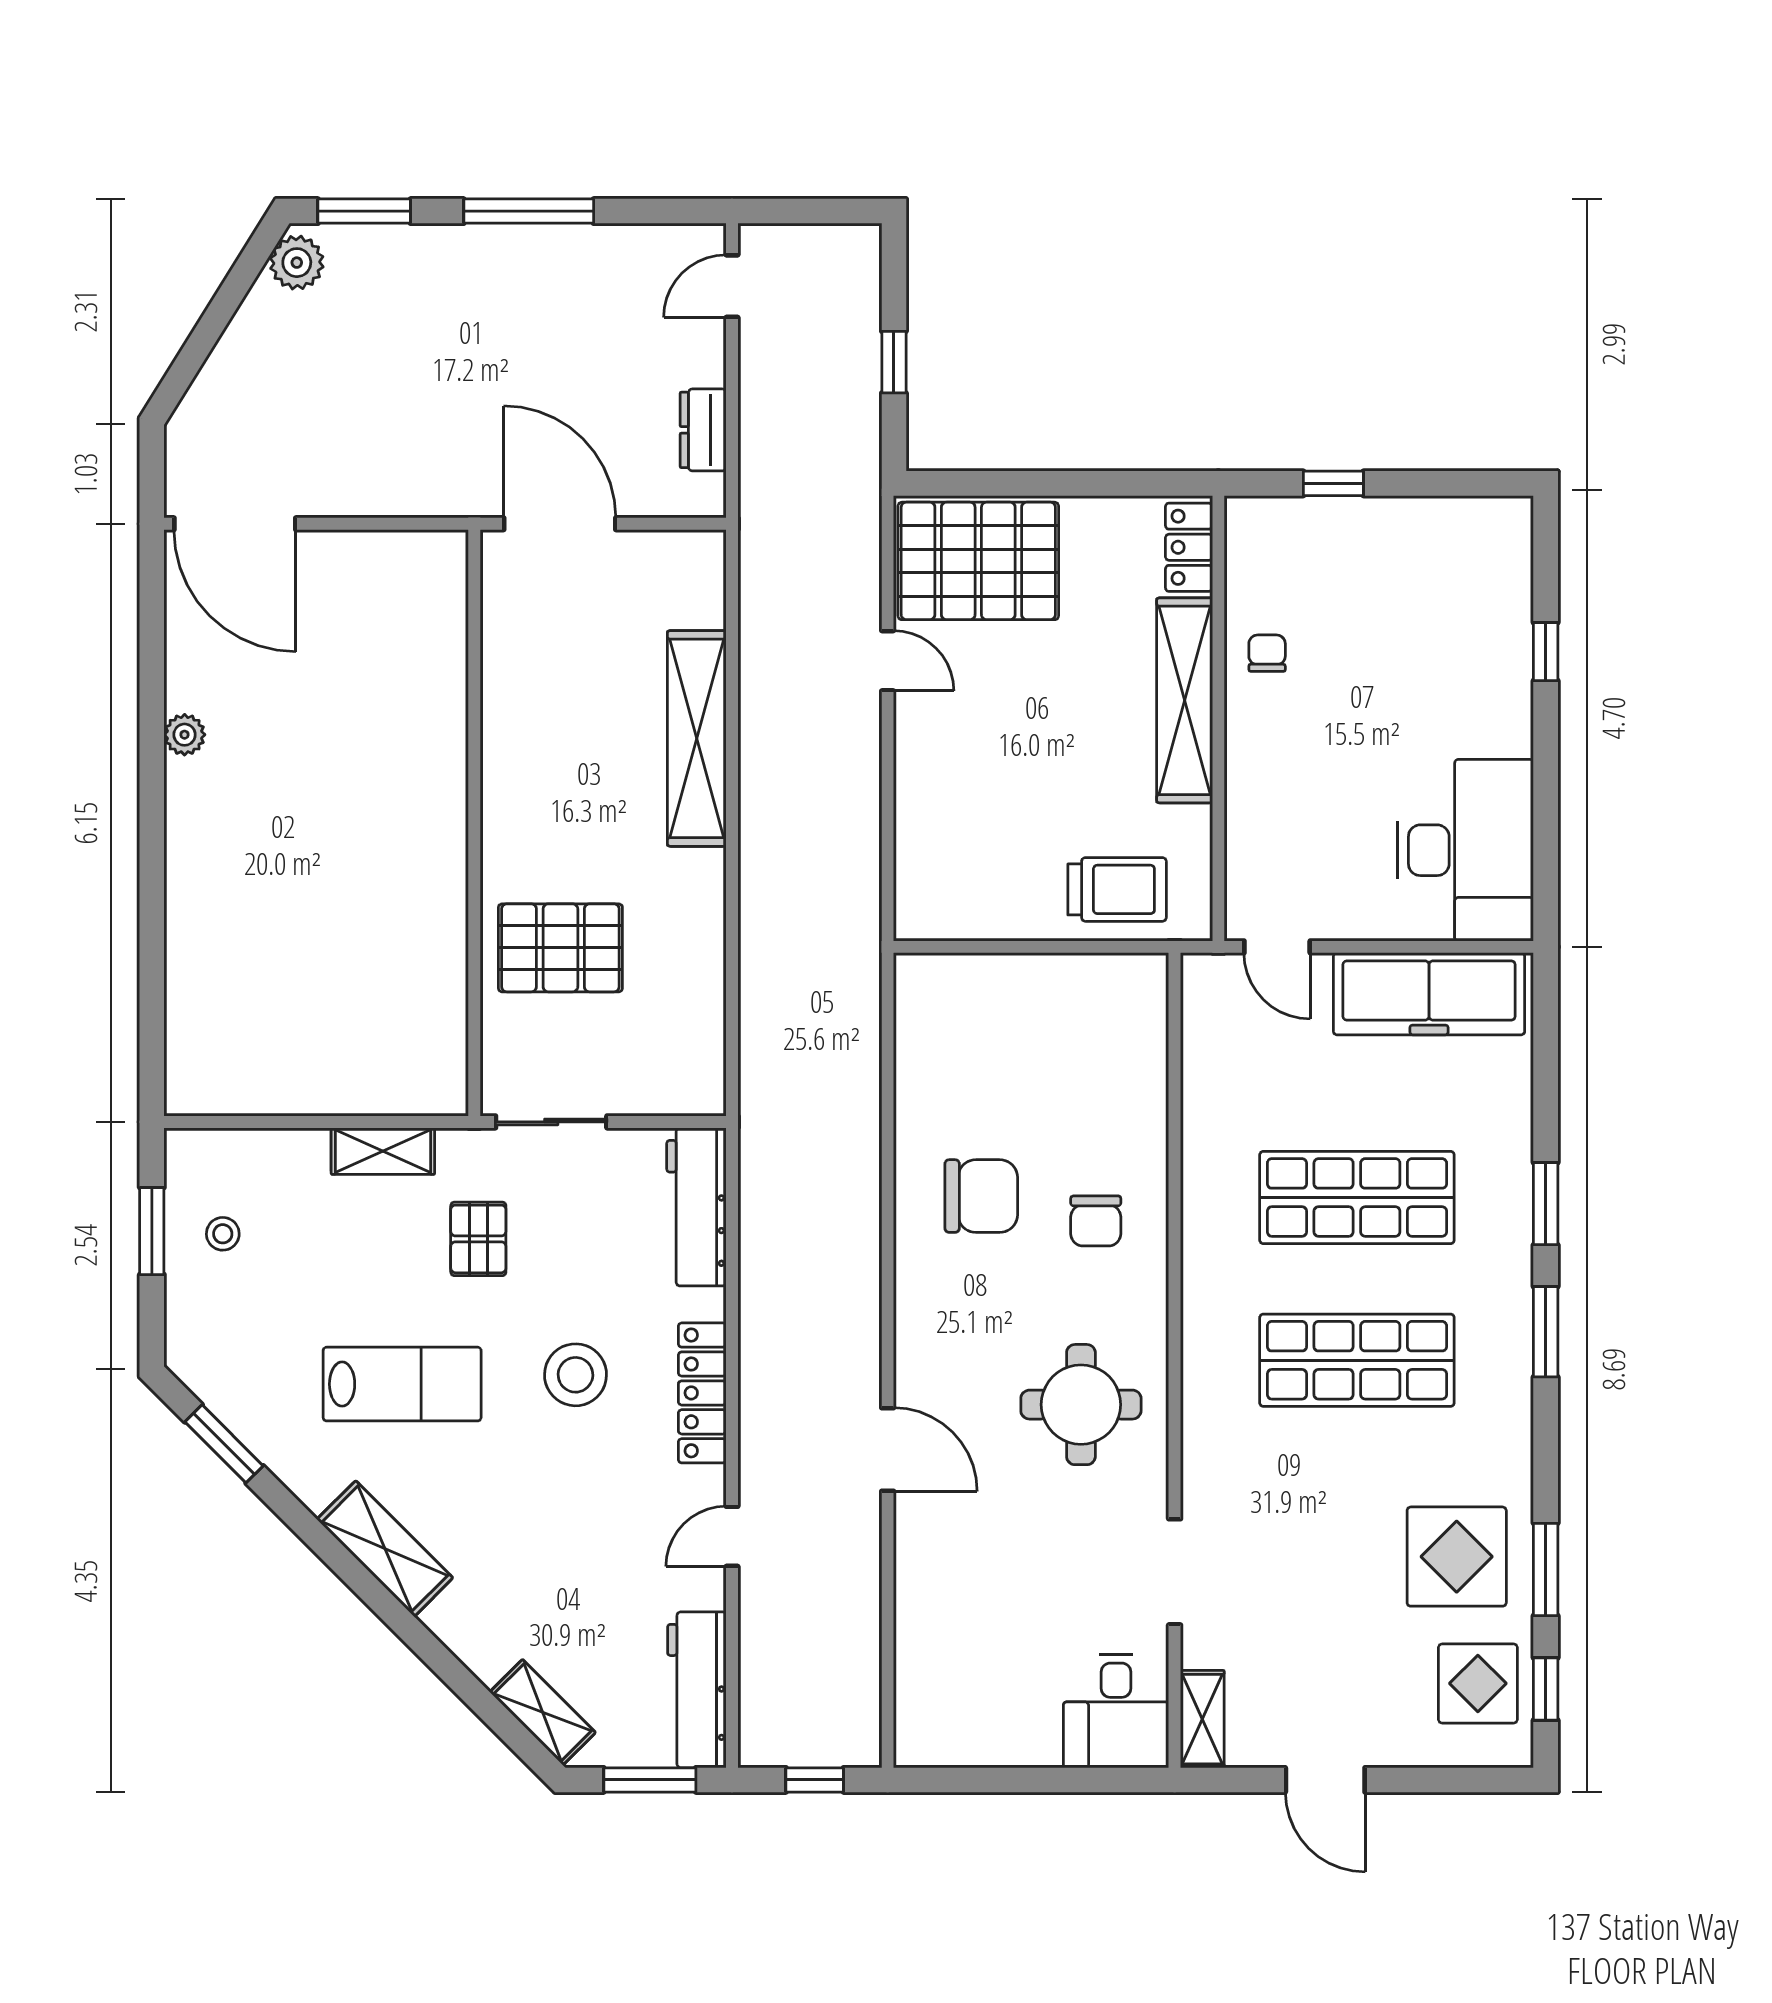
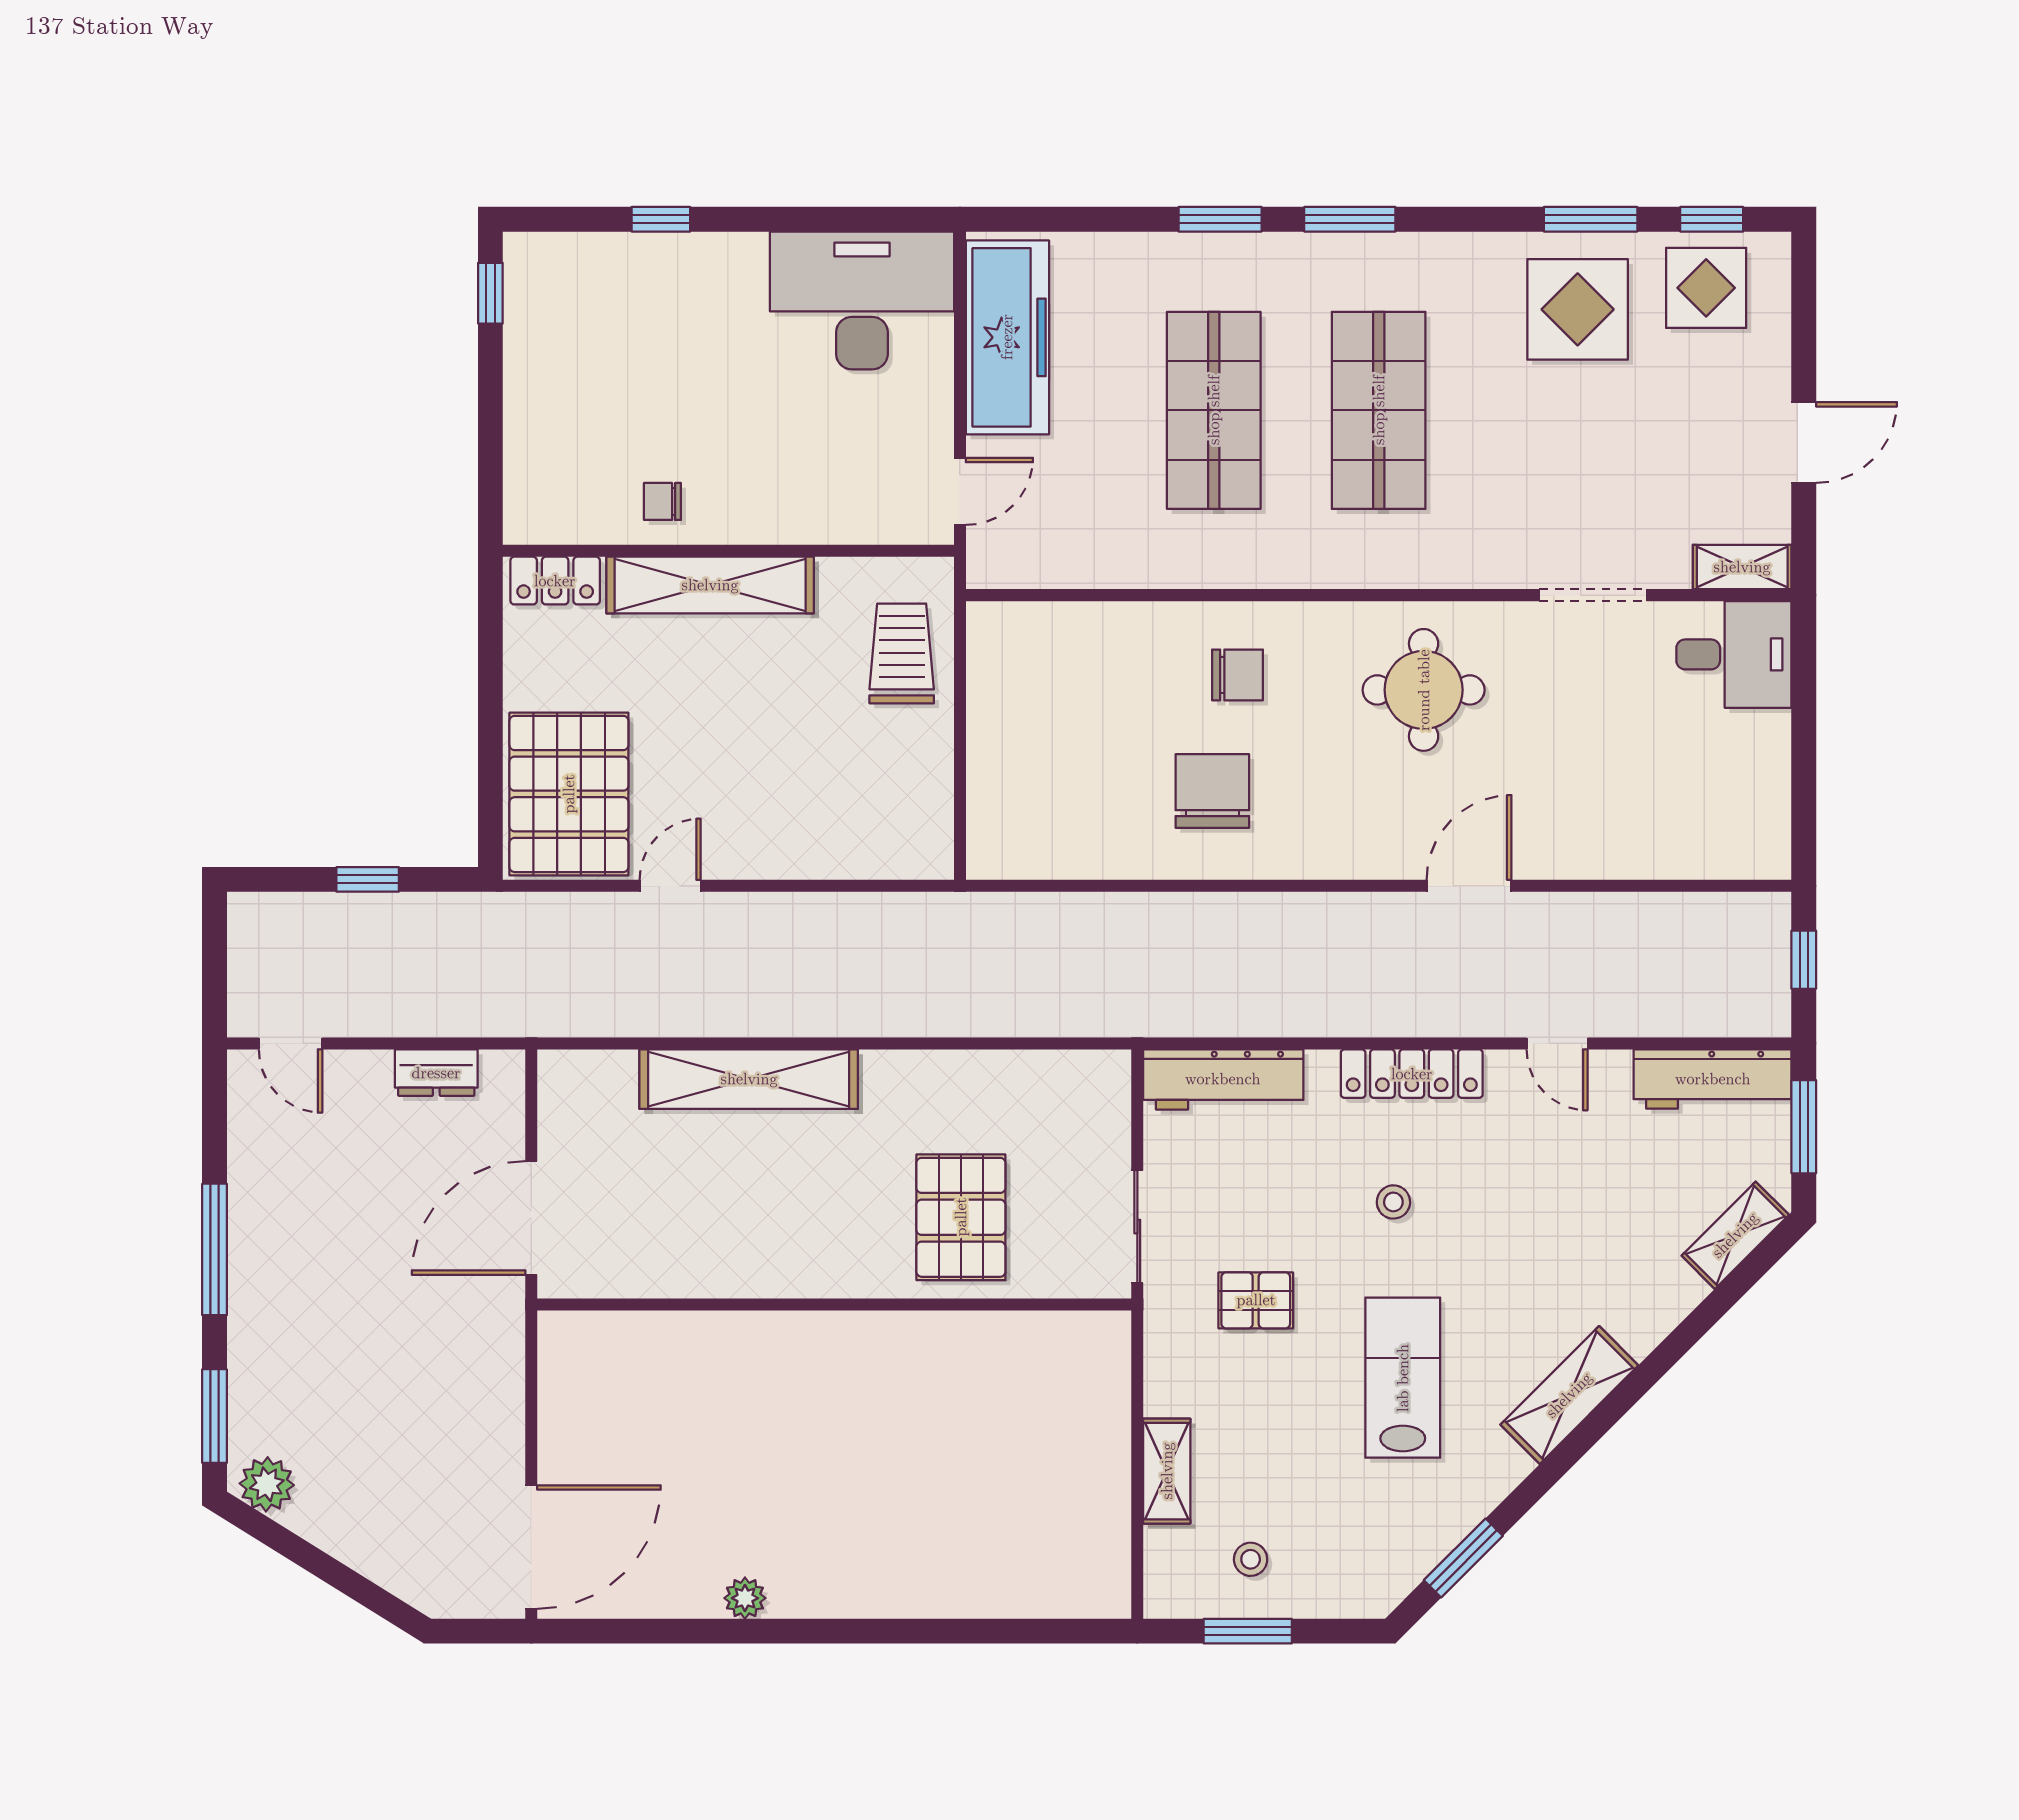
window: (1333, 483) -> (490, 293), moved
shelving: (383, 1151) -> (1167, 1471), moved
stool: (576, 1375) -> (1393, 1202), width x0.53, depth x0.53

